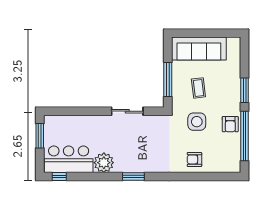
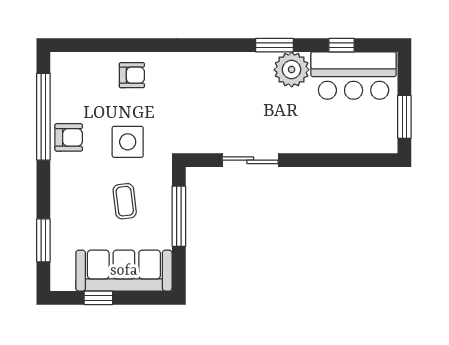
window: (213, 33) -> (98, 298), added
window: (245, 90) -> (43, 240), moved
armchair: (230, 124) -> (69, 137), turned 90
window: (59, 177) -> (342, 45), moved
window: (133, 177) -> (275, 45), moved

